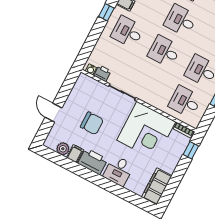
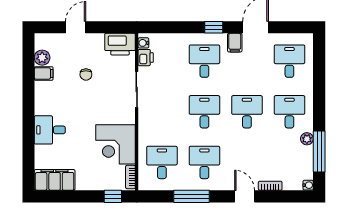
chair: (92, 123) -> (86, 75), width x0.54, depth x0.54
corner desk: (146, 131) -> (116, 144), width x0.74, depth x0.74
printer: (93, 161) -> (120, 44), moved, turned 90

